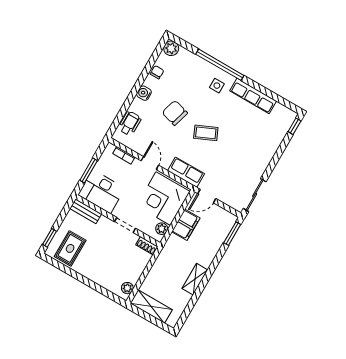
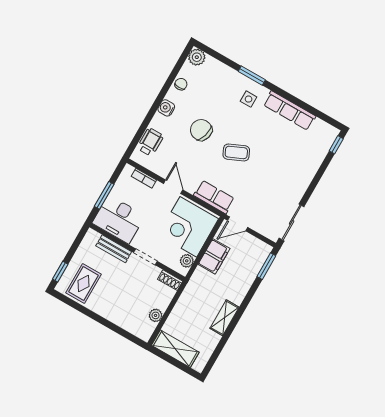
window: (220, 65) -> (252, 76), width x0.47
bench: (86, 211) -> (114, 249), moved
plant: (127, 288) -> (156, 315), moved

